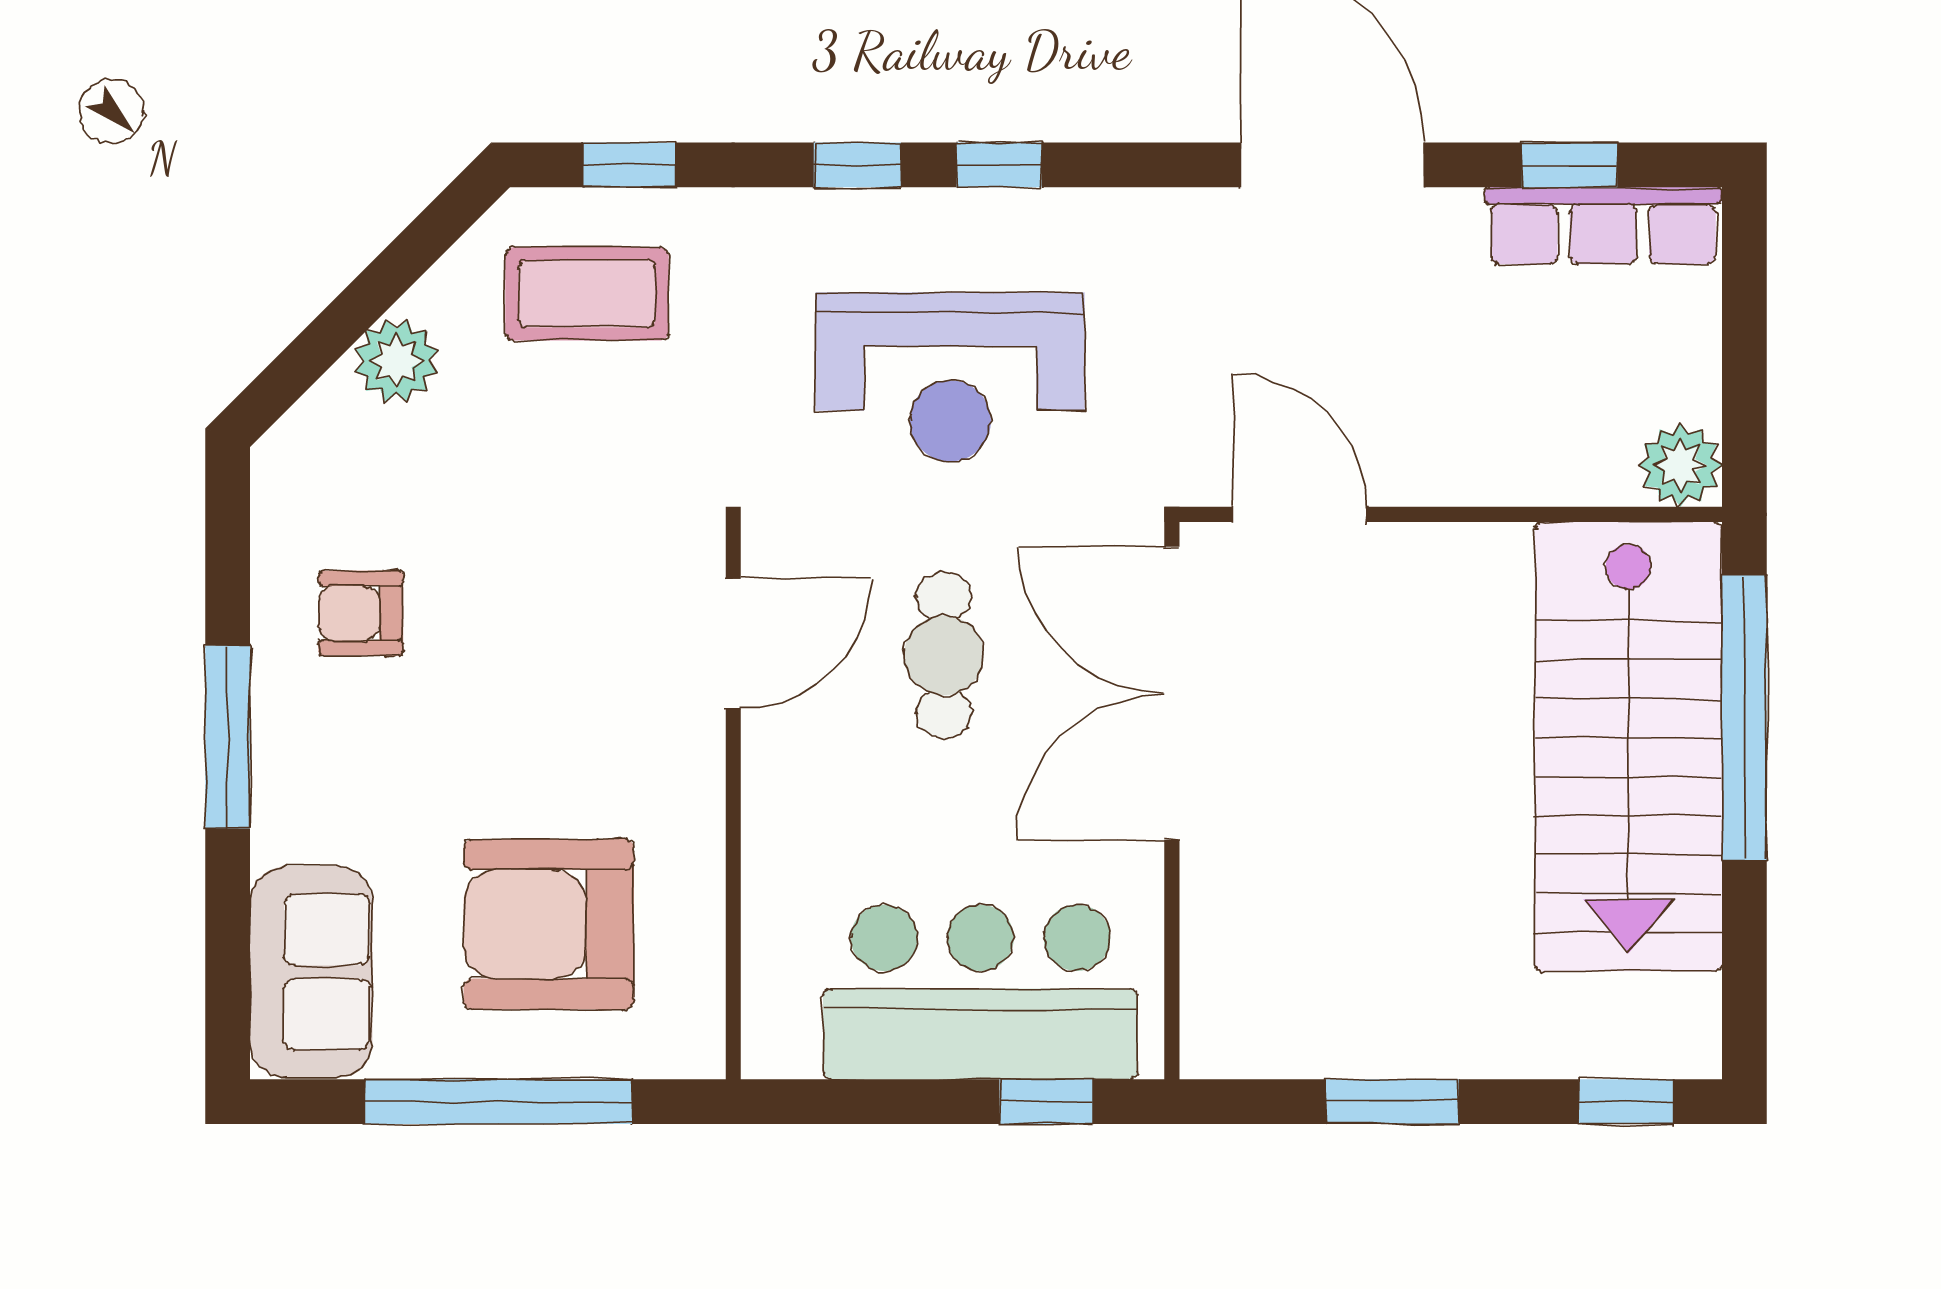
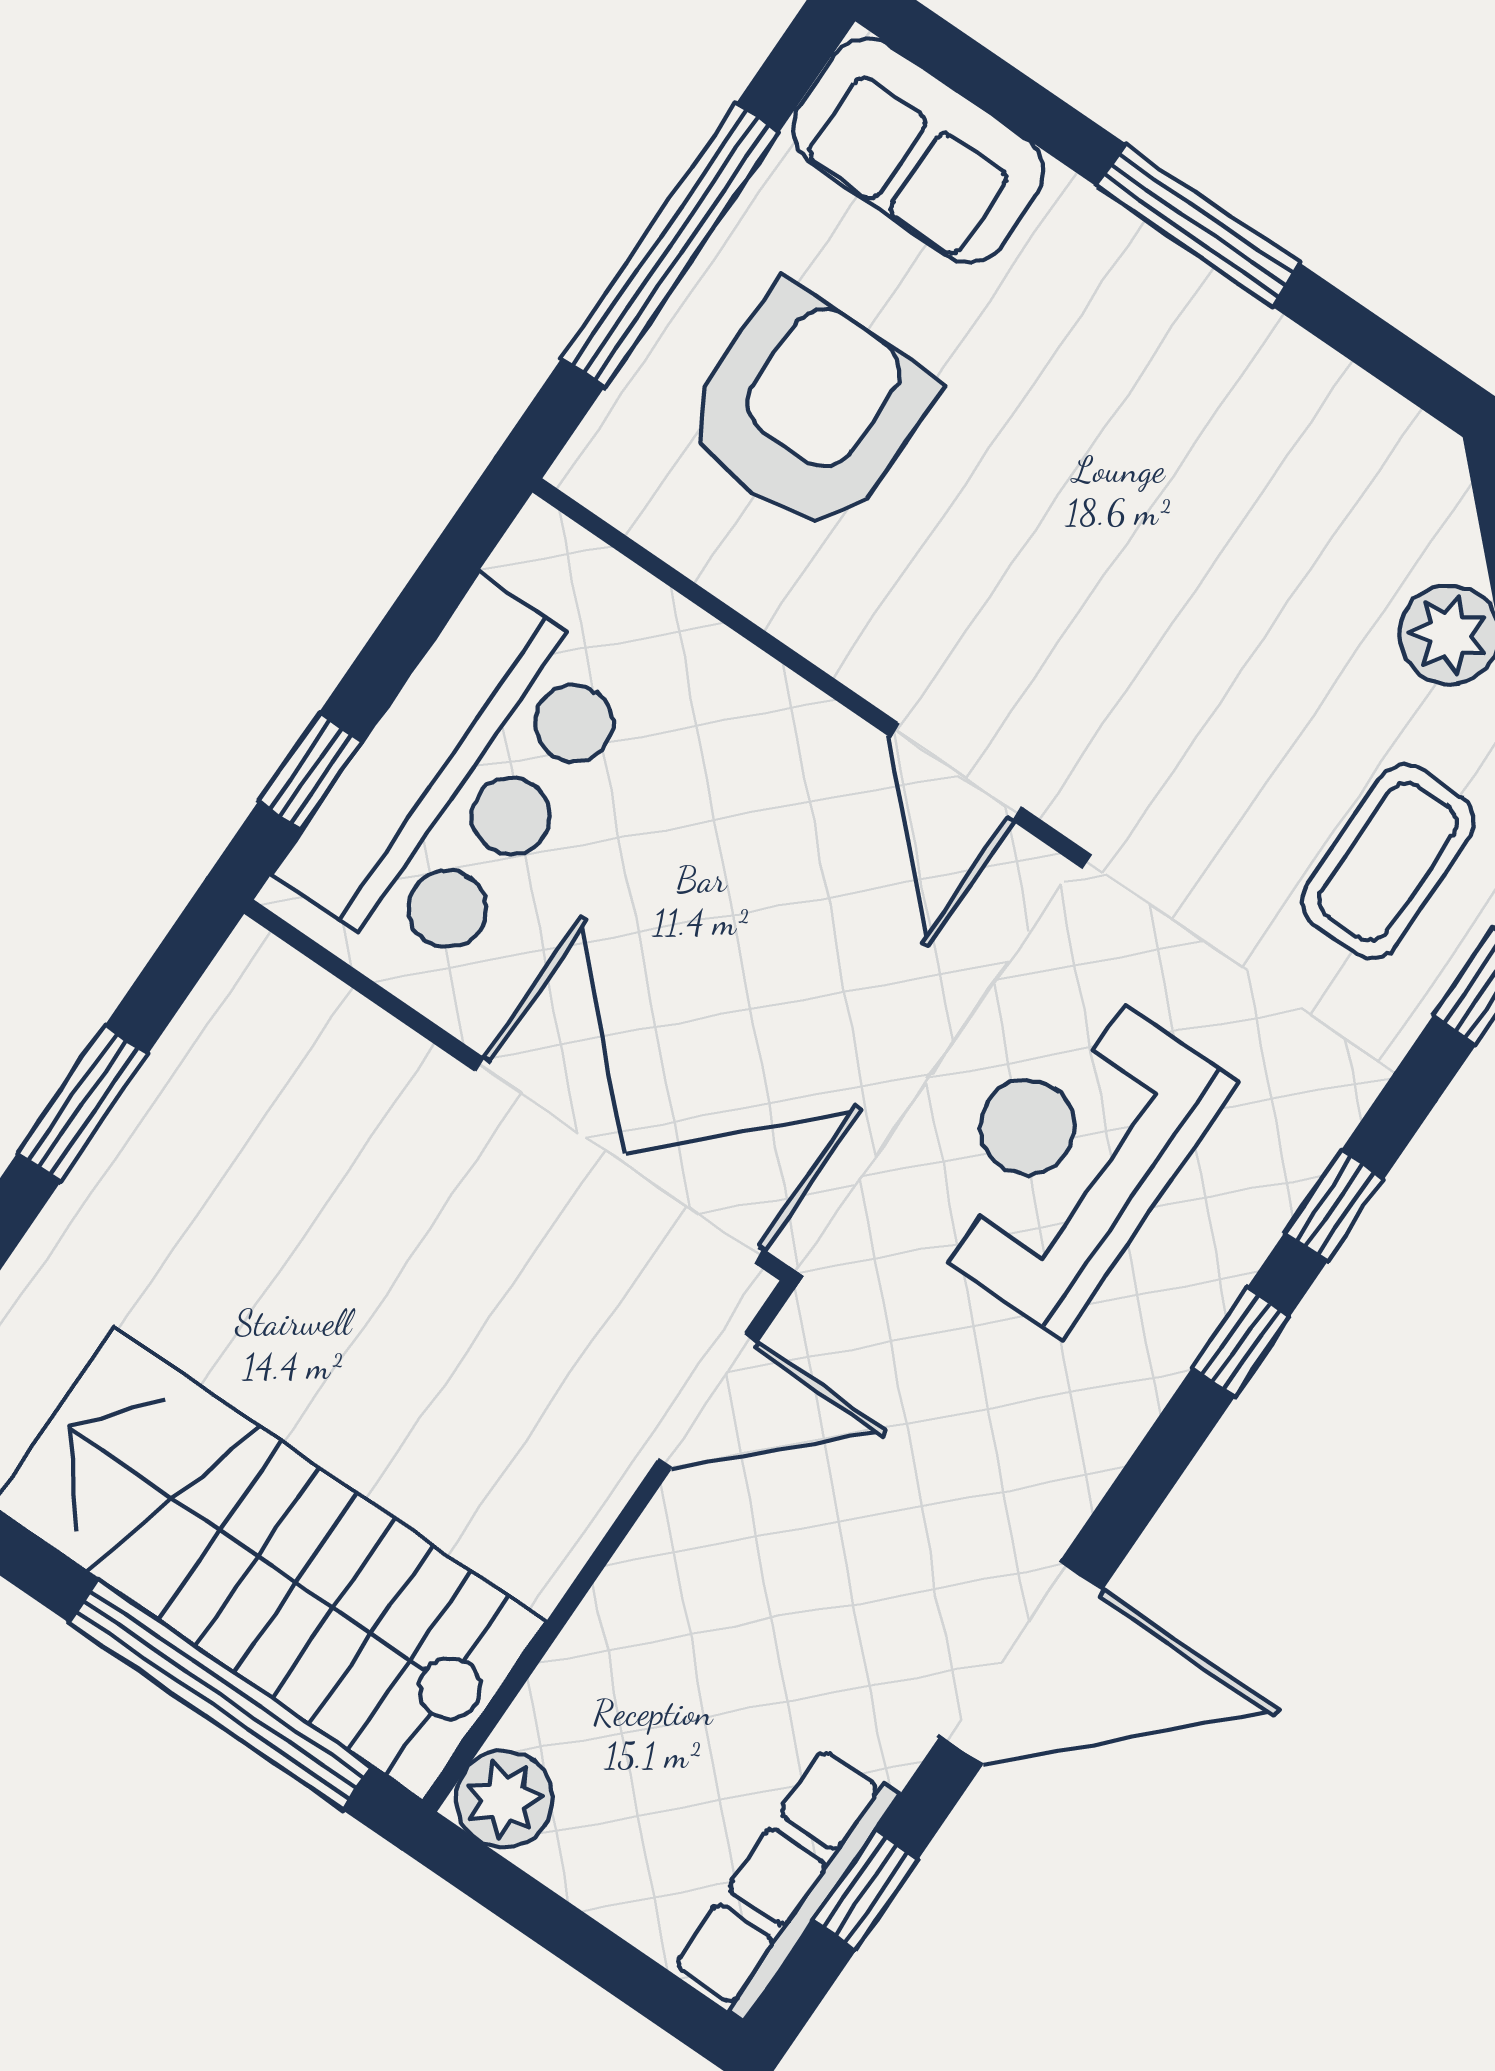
armchair: (361, 613) -> (1230, 434), removed
cafe table: (944, 655) -> (806, 967), removed

